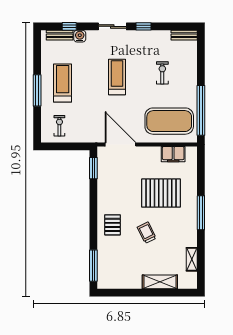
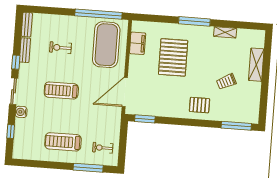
bench: (60, 35) -> (25, 50), moved
water cooler: (80, 36) -> (21, 112), moved
window: (37, 90) -> (88, 168), moved
trolley: (147, 233) -> (226, 82), moved
shelving: (192, 259) -> (225, 32), moved

